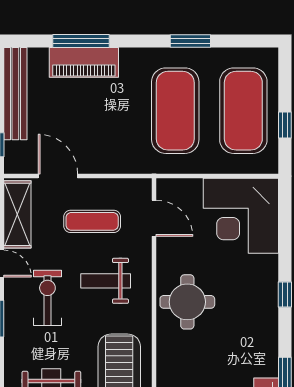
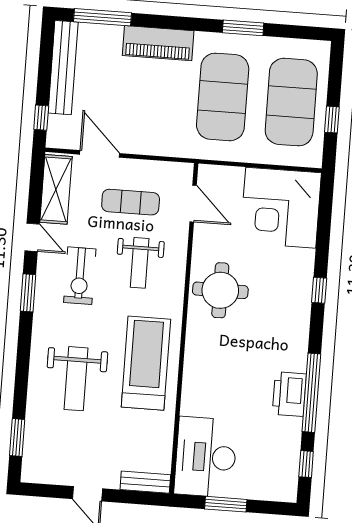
window: (81, 41) -> (103, 17), moved
piano: (84, 62) -> (158, 43), moved
weight bench: (106, 281) -> (140, 263), turned -90
exercise bike: (47, 298) -> (80, 276), turned 180

